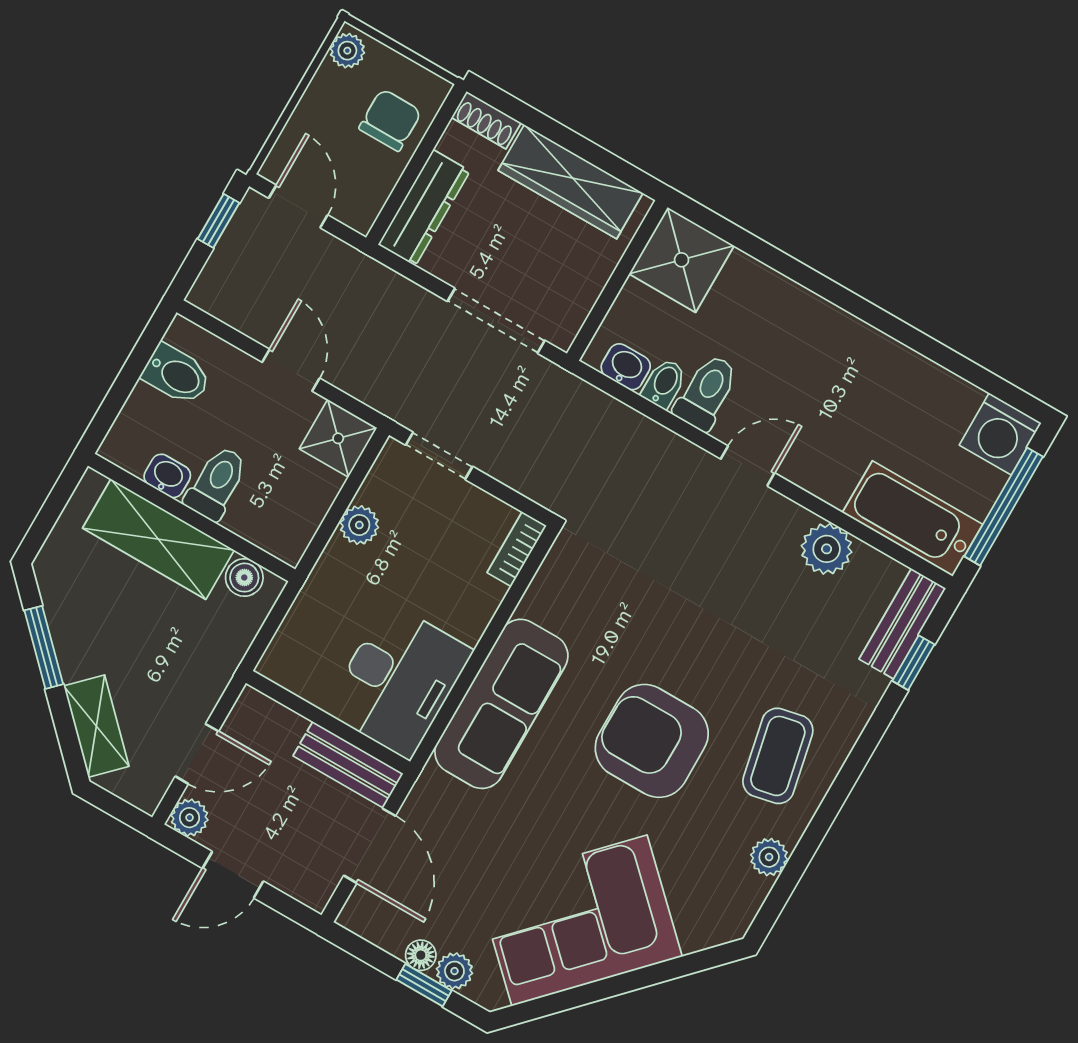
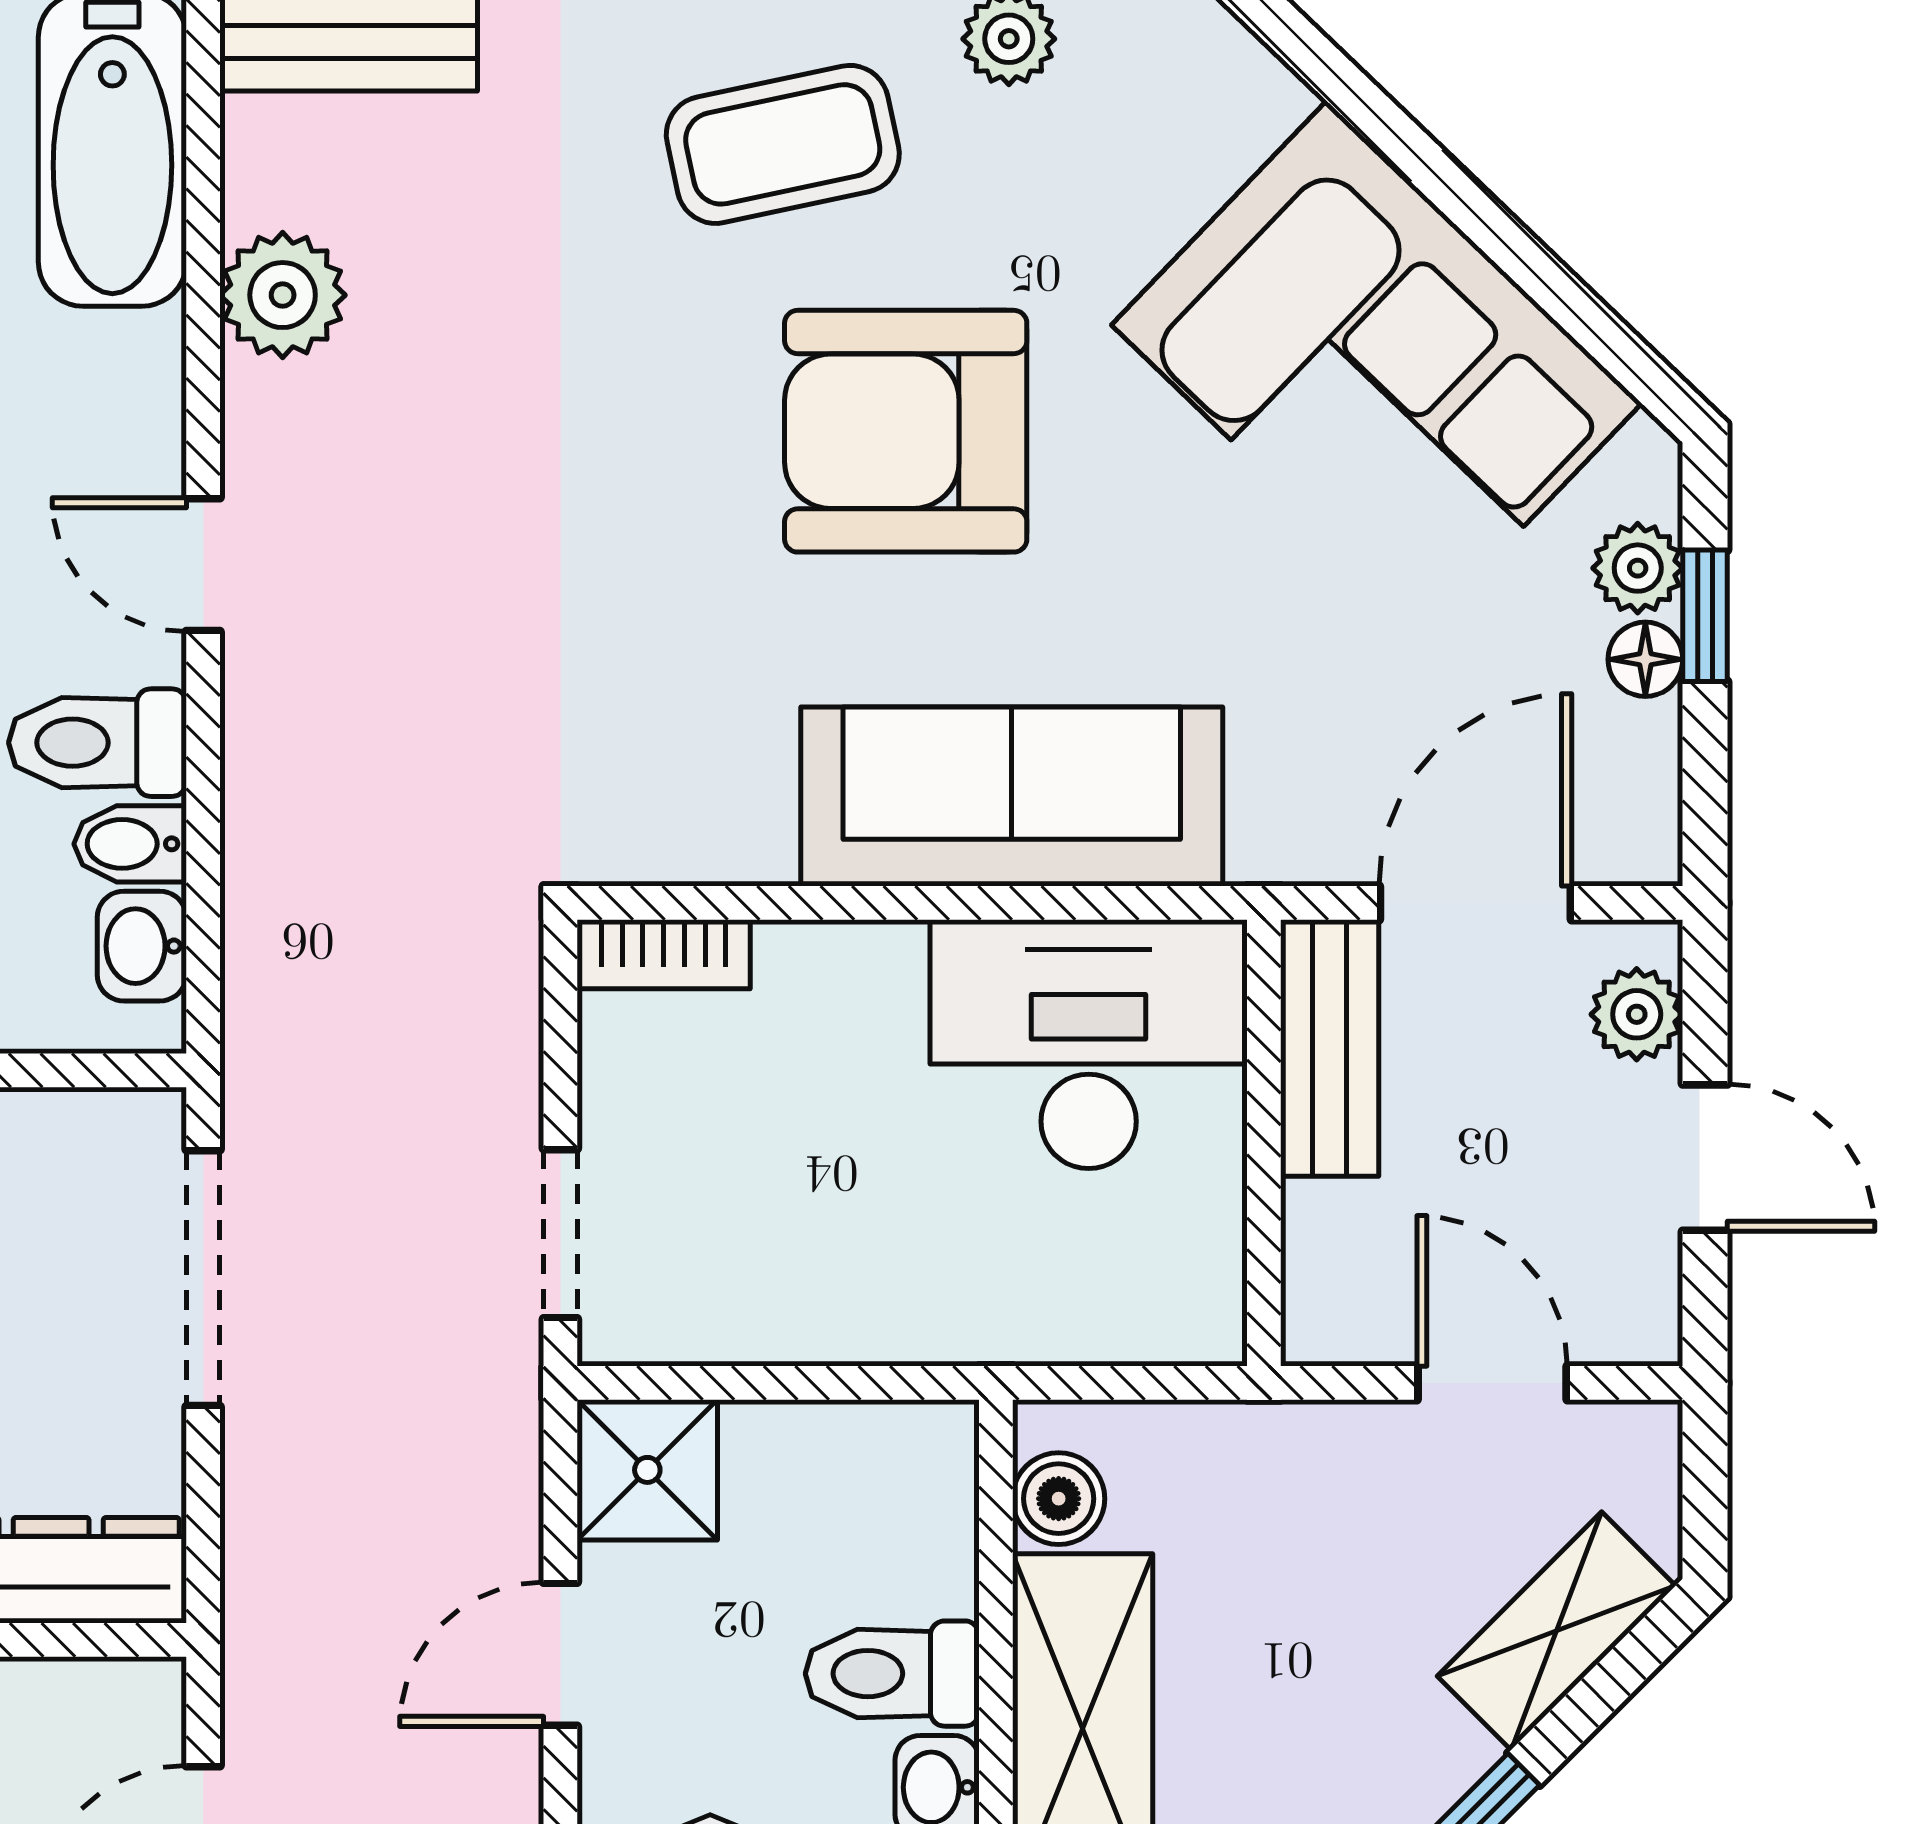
plant: (359, 525) -> (806, 1318), removed
armchair: (652, 741) -> (906, 431), turned 90
plant: (190, 818) -> (1637, 1014), moved

